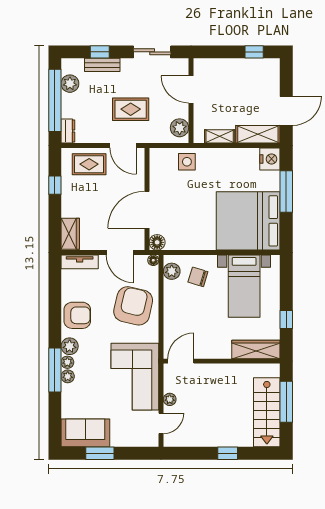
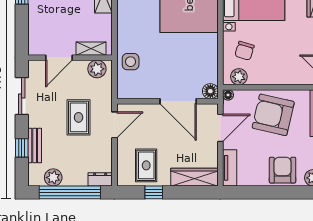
shelving: (220, 136) -> (91, 49), moved, turned 90
rug: (89, 164) -> (146, 165), moved
wardrobe: (70, 234) -> (194, 177), width x1.50

